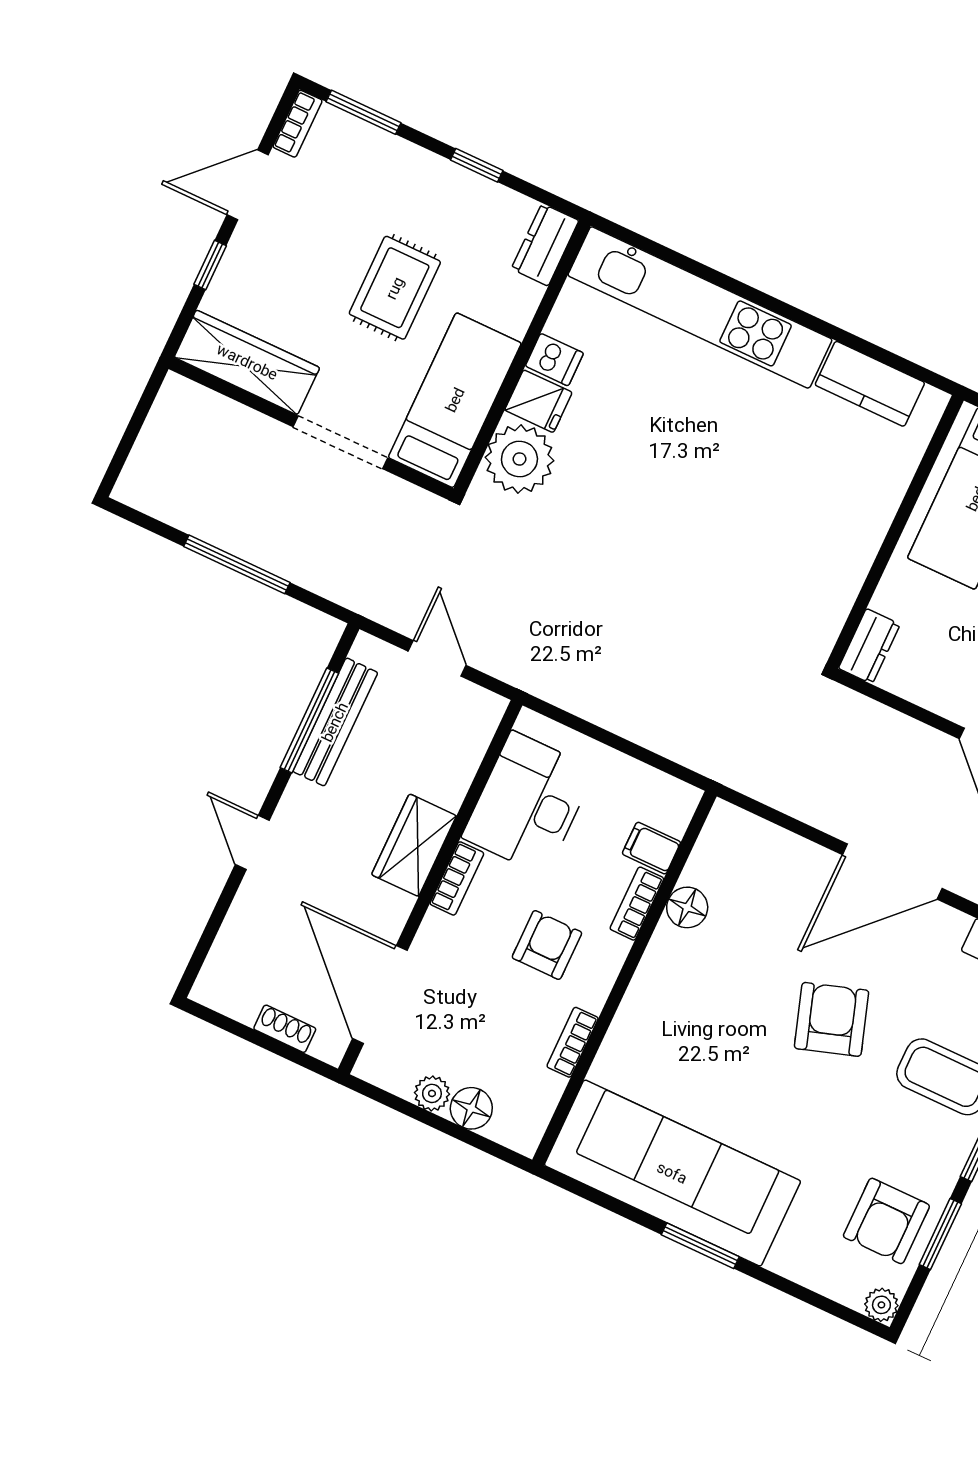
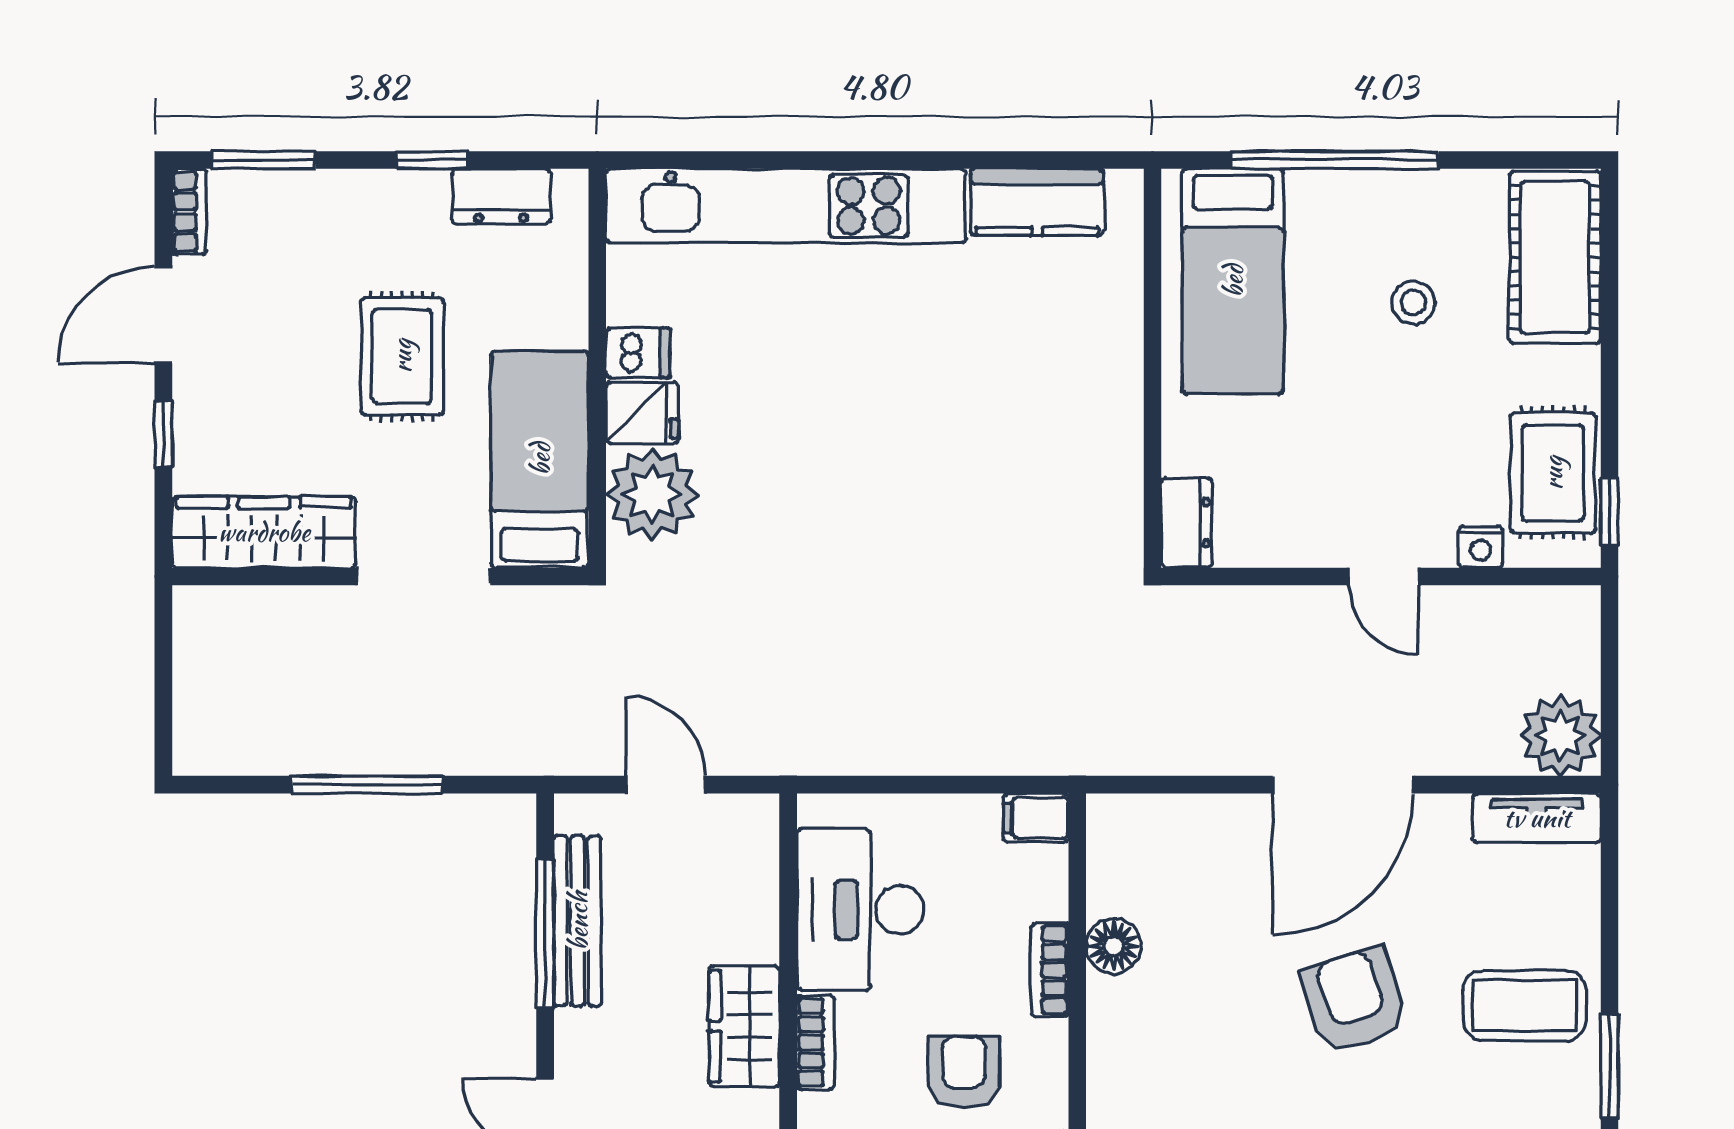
dresser: (545, 245) -> (501, 196), moved, turned -90
filing cabinet: (651, 848) -> (1036, 818), moved

